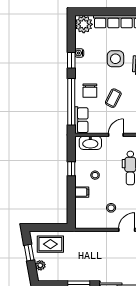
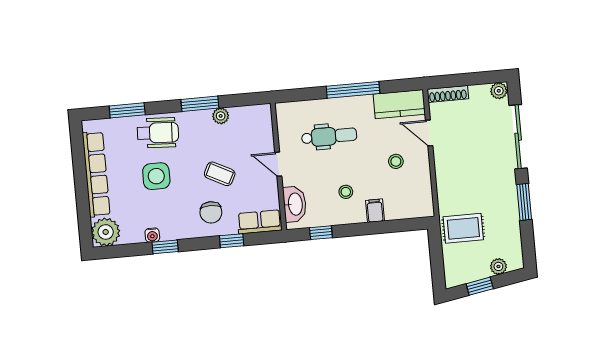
chair: (90, 91) -> (211, 212), turned 90
window: (71, 102) -> (232, 241), width x0.32
window: (71, 169) -> (321, 233), moved
rug: (50, 244) -> (463, 228), moved, turned 90

